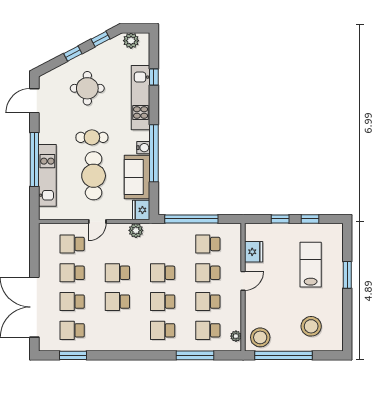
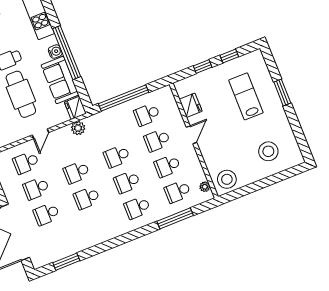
school desk: (72, 330) -> (57, 240), removed
window: (284, 355) -> (254, 187), removed

